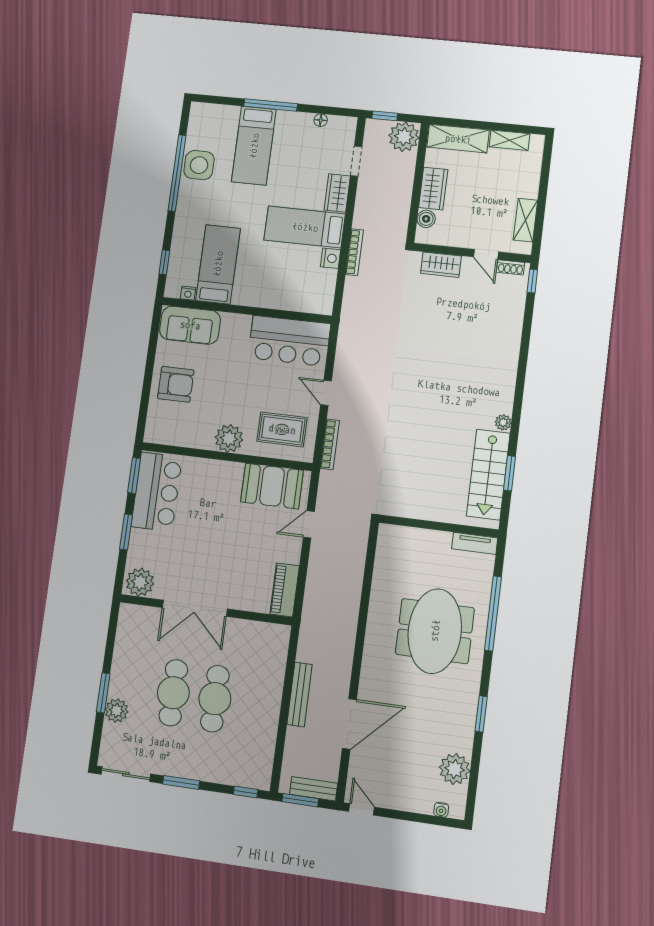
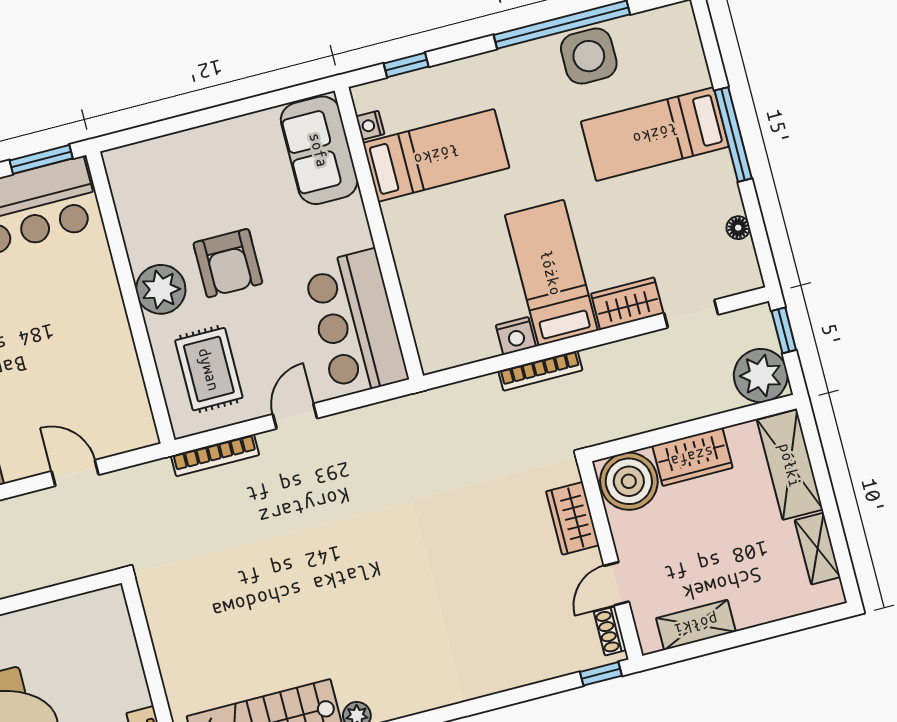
boiler: (426, 219) -> (629, 481), width x1.86, depth x1.86
armchair: (176, 384) -> (228, 263), moved
booth: (272, 486) -> (112, 390), removed

